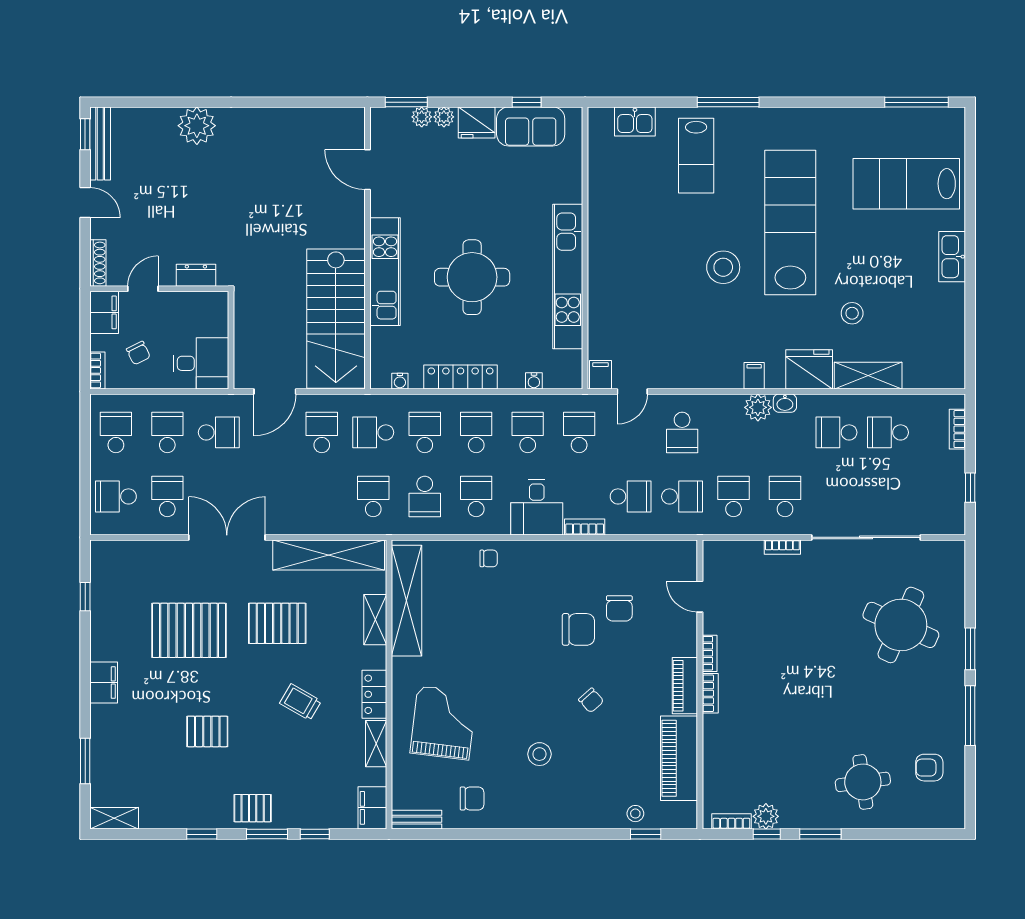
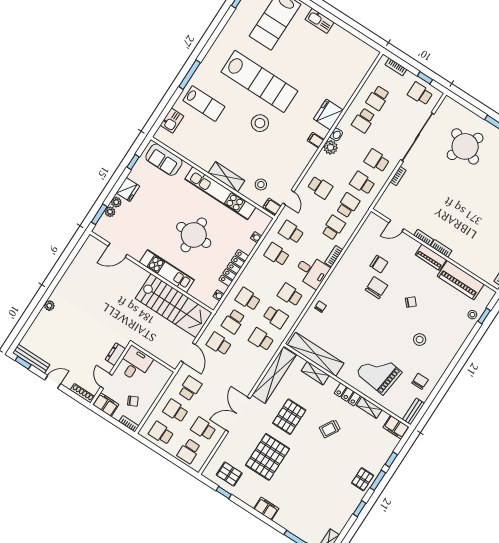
plant: (197, 126) -> (49, 306), width x0.53, depth x0.53
sofa: (531, 126) -> (164, 160), moved, turned 90
lab bench: (790, 223) -> (259, 81), turned 180
stool: (852, 313) -> (261, 185), moved
desk: (201, 363) -> (135, 364), moved
shelving: (868, 376) -> (226, 177), moved, turned 90
school desk: (476, 432) -> (420, 94), moved
pallet: (207, 731) -> (229, 474), moved, turned 90

